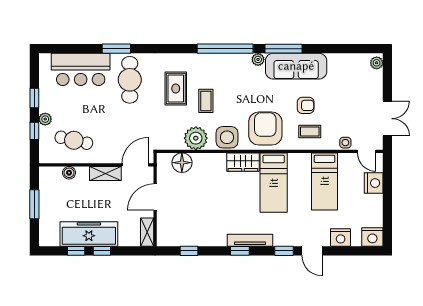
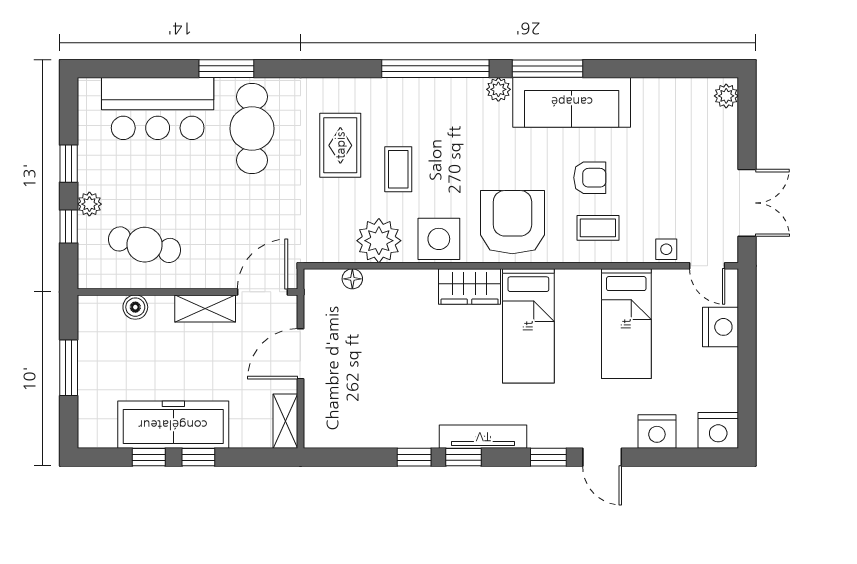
floor lamp: (182, 163) -> (352, 279), width x0.53, depth x0.53
window: (189, 251) -> (414, 457), moved

